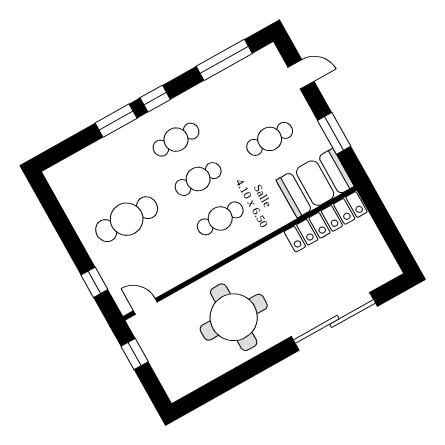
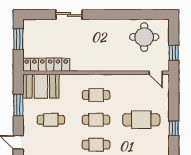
window: (393, 238) -> (18, 39), added
window: (94, 282) -> (174, 128), moved
round table: (234, 317) -> (144, 37), moved, width x0.73, depth x0.73
sliding door: (334, 321) -> (69, 15), width x0.54

